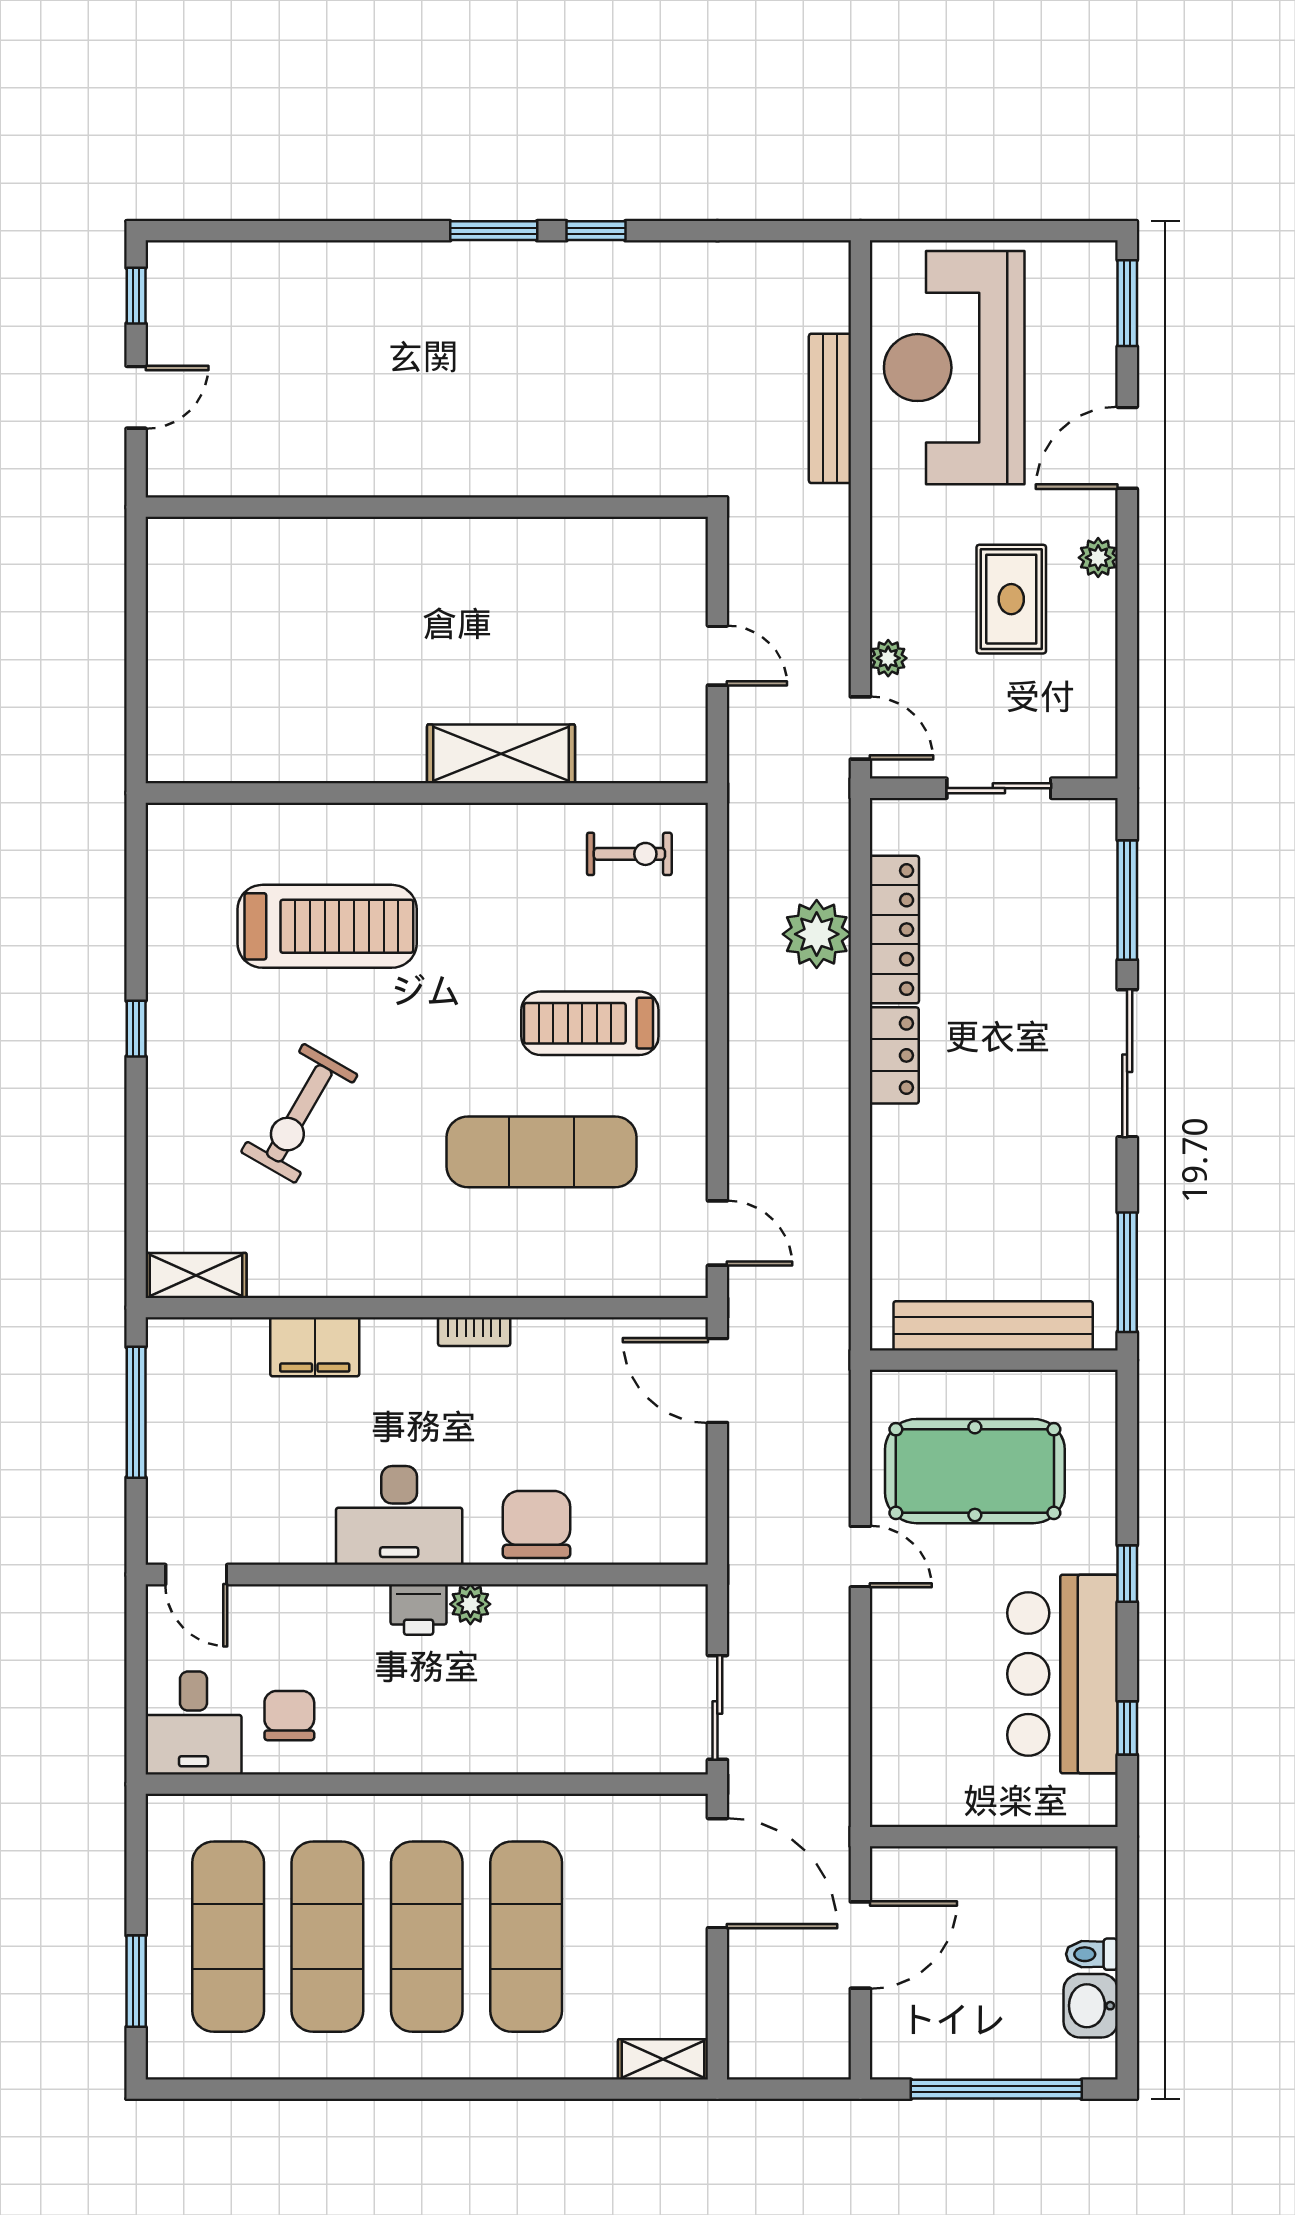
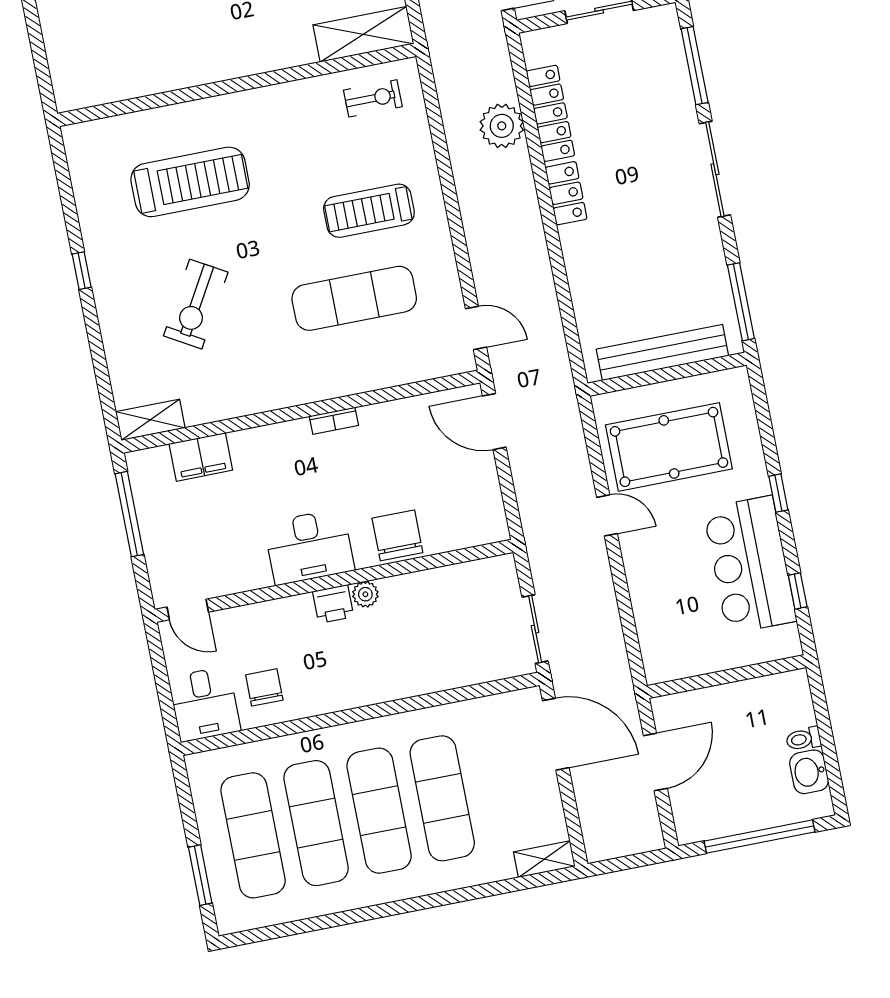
shelving: (501, 754) -> (363, 34), moved
filing cabinet: (315, 1347) -> (201, 457), moved

